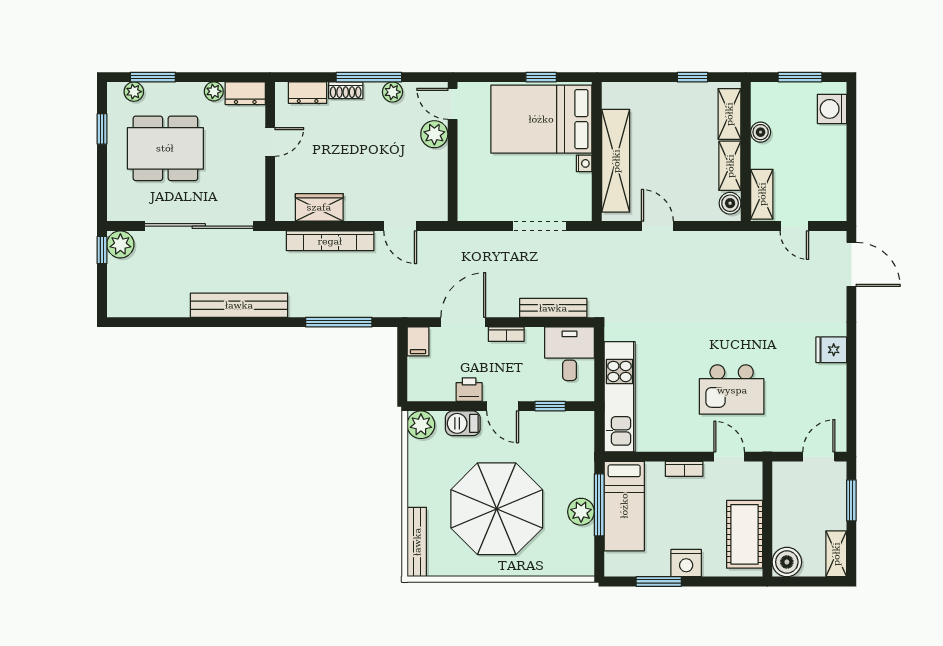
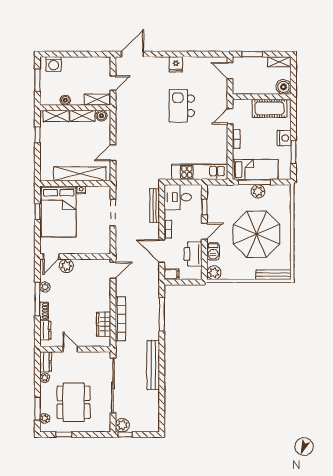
door: (400, 226) -> (113, 270), moved
printer: (469, 390) -> (193, 254), width x1.87, depth x1.48
kitchen island: (732, 390) -> (182, 106), moved, turned 180

